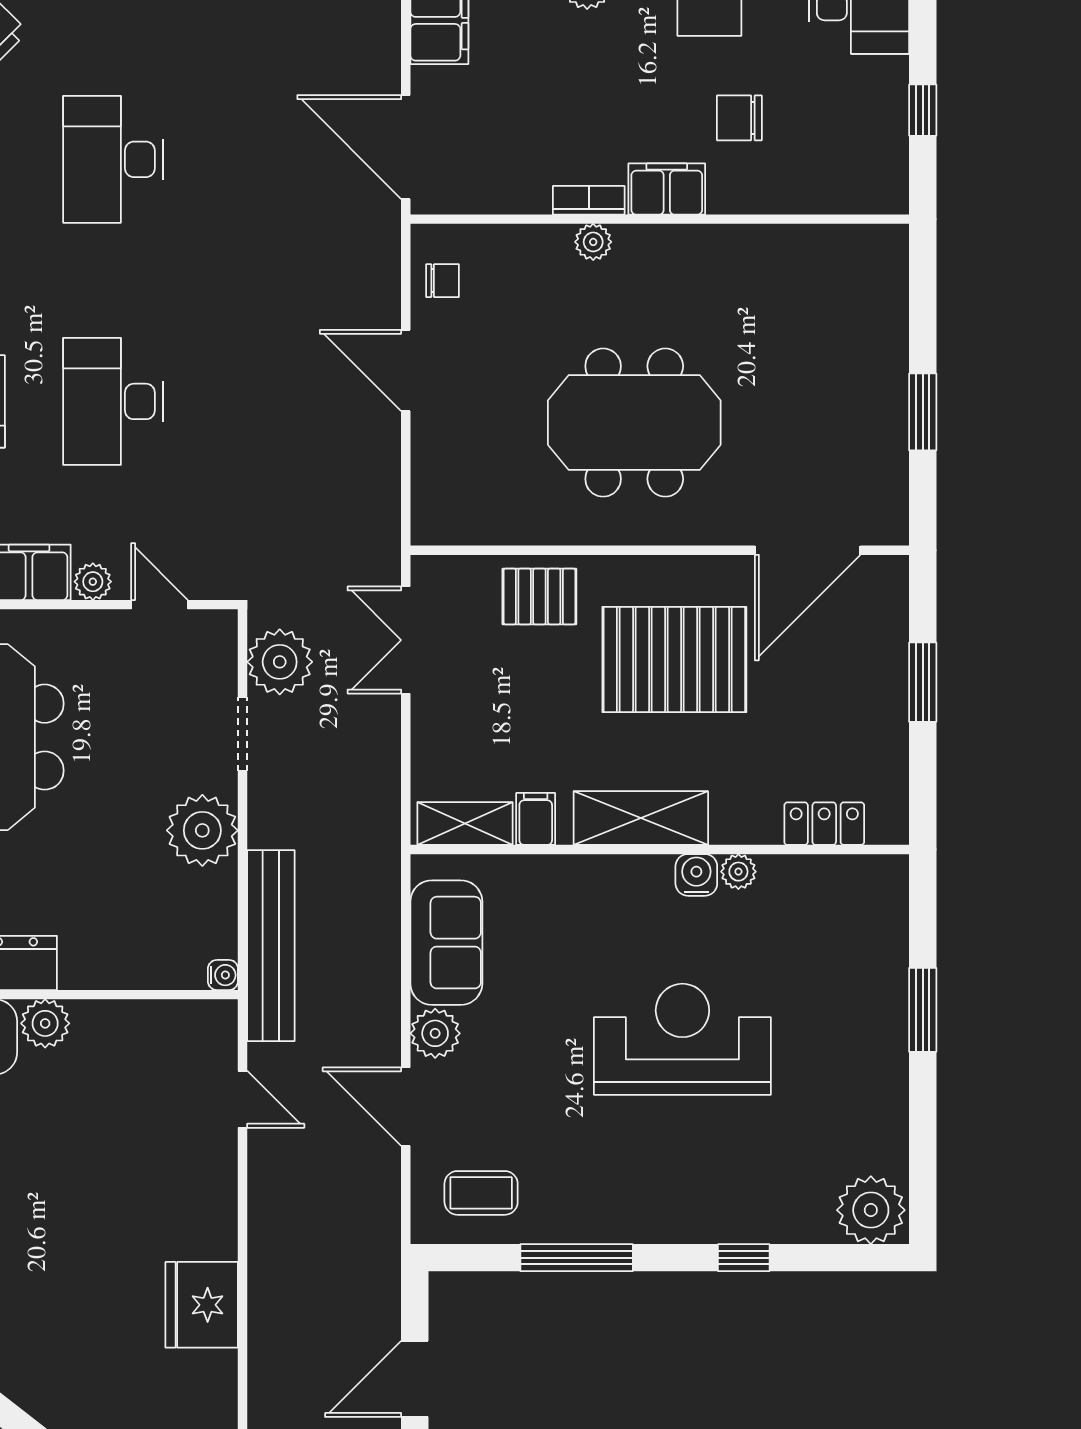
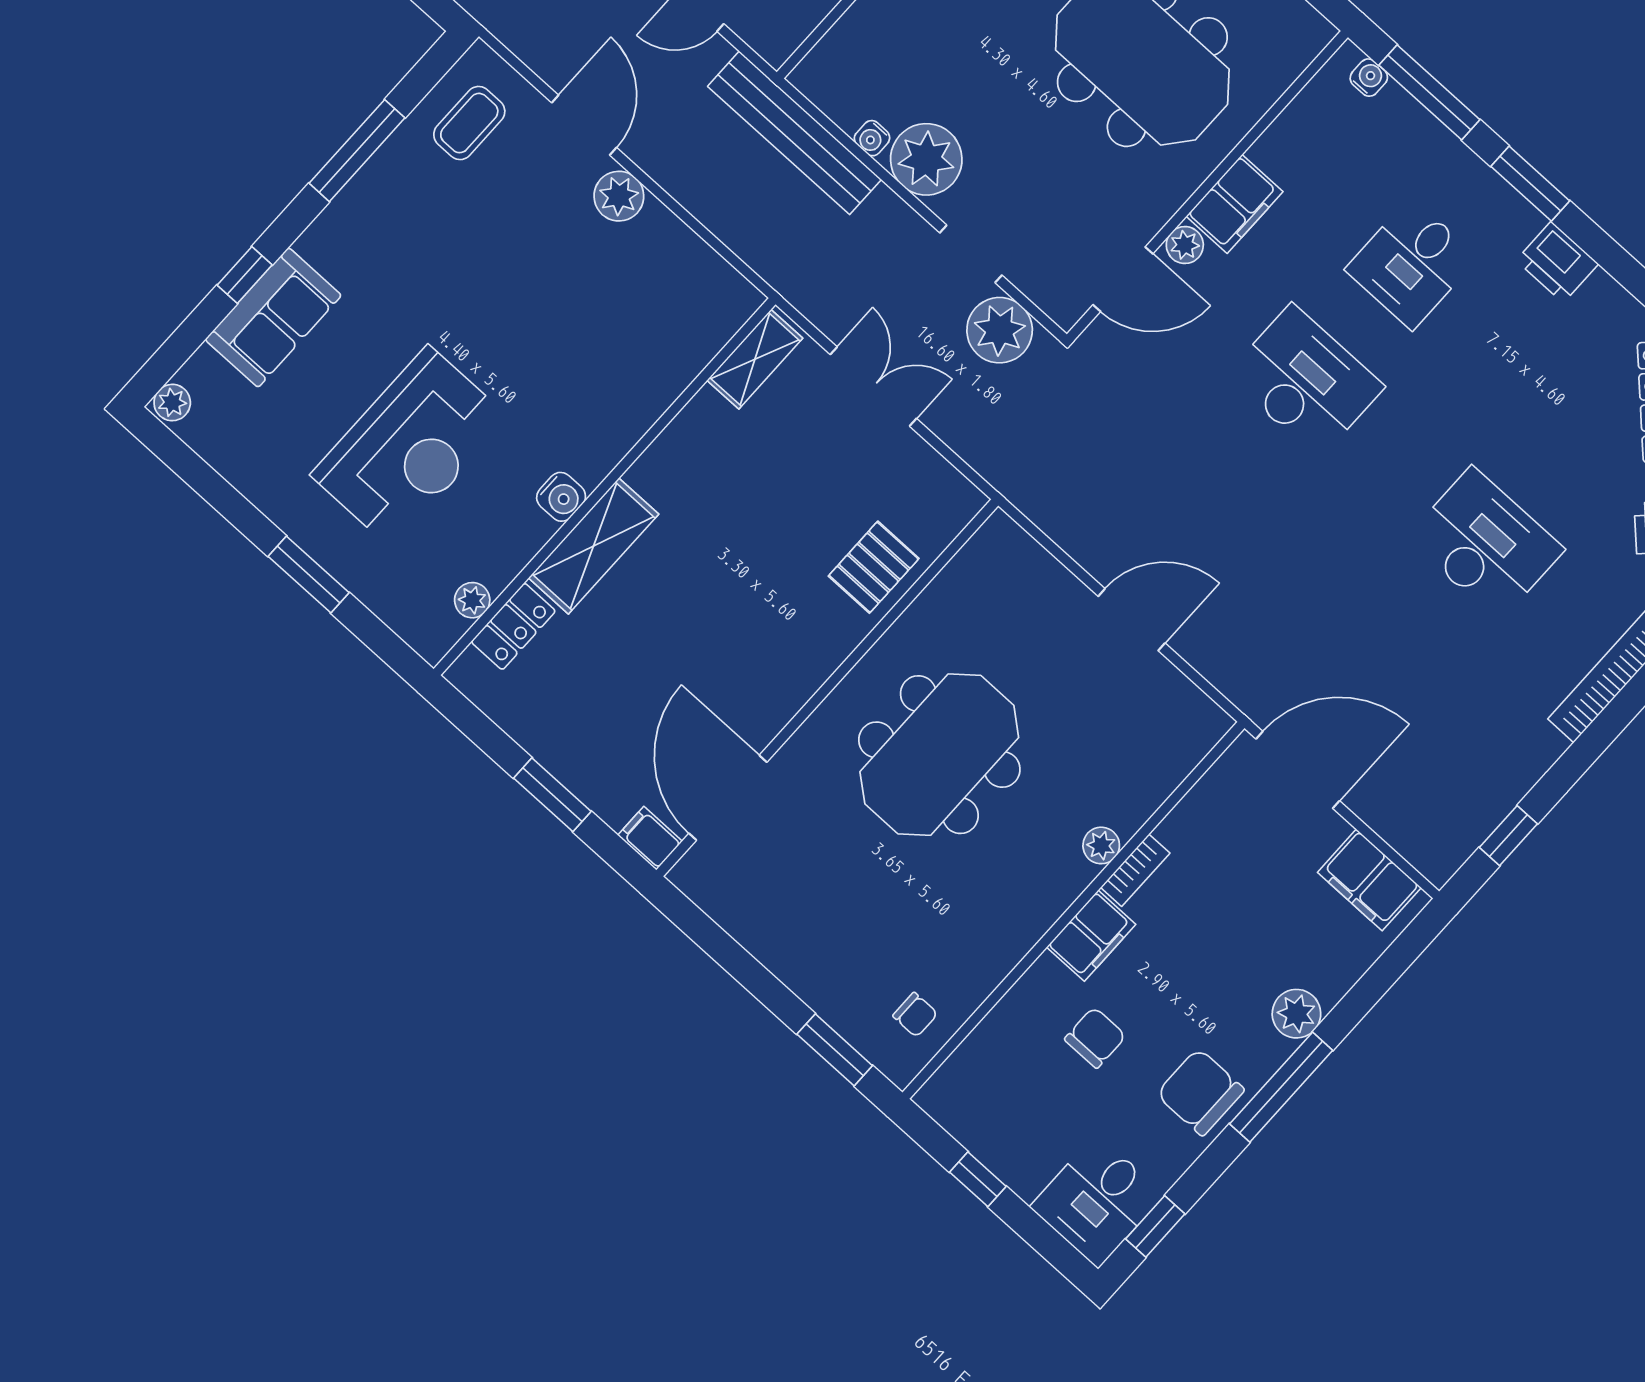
chair: (442, 281) -> (915, 1015), moved, turned -90
window: (923, 412) -> (835, 1050), moved
door: (160, 605) -> (1123, 279), width x1.38
double door: (406, 640) -> (873, 386), moved
pallet: (674, 659) -> (736, 625), removed
shelving: (641, 818) -> (594, 546), moved
filing cabinet: (536, 819) -> (650, 838), moved, turned 180
plant: (738, 872) -> (472, 600), moved
sofa: (446, 943) -> (273, 317), moved, turned -90
water cooler: (223, 975) -> (872, 138), moved
reception desk: (682, 1039) -> (410, 447), moved
door: (406, 1107) -> (584, 125), hinge flipped
plant: (871, 1210) -> (172, 403), width x0.53, depth x0.53

